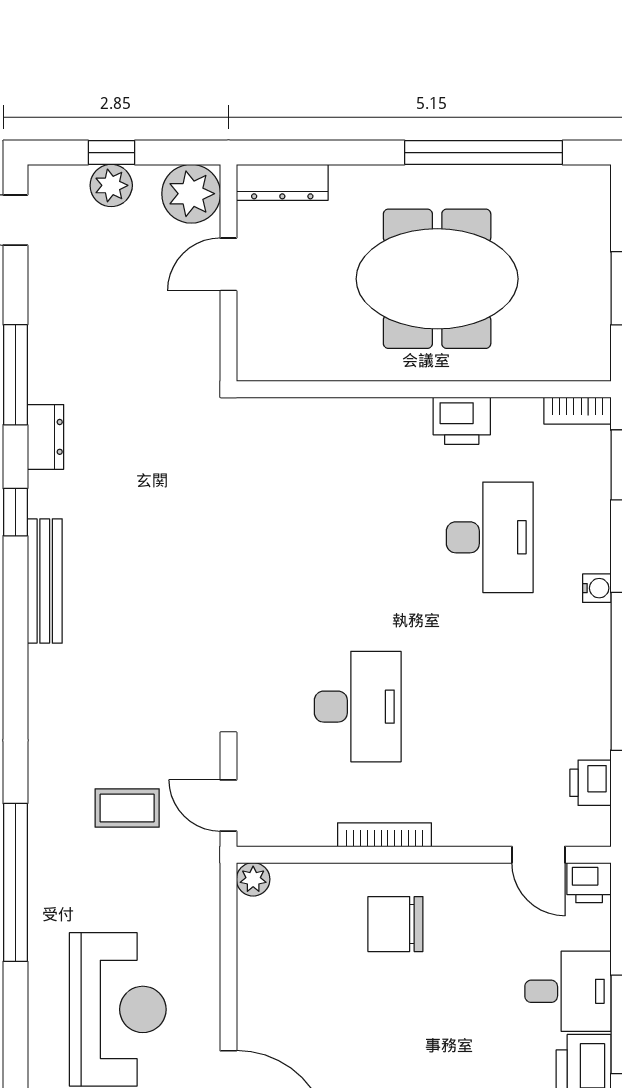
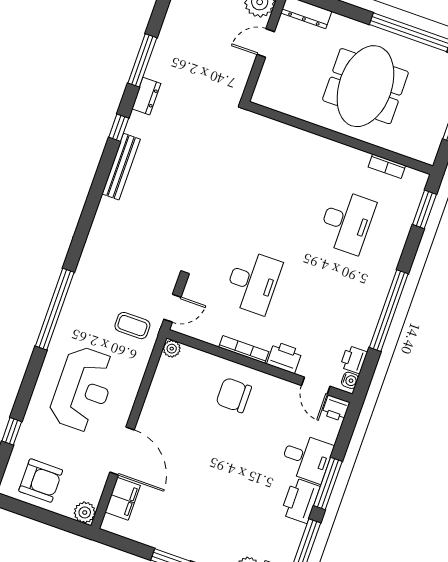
meeting table: (437, 279) -> (365, 86), turned 90
bookcase: (577, 411) -> (387, 166), moved
printer: (462, 421) -> (284, 357), moved, turned 180
water cooler: (597, 588) -> (350, 380), moved
door: (228, 806) -> (172, 308), swing flipped
coffee table: (127, 808) -> (132, 326), moved

